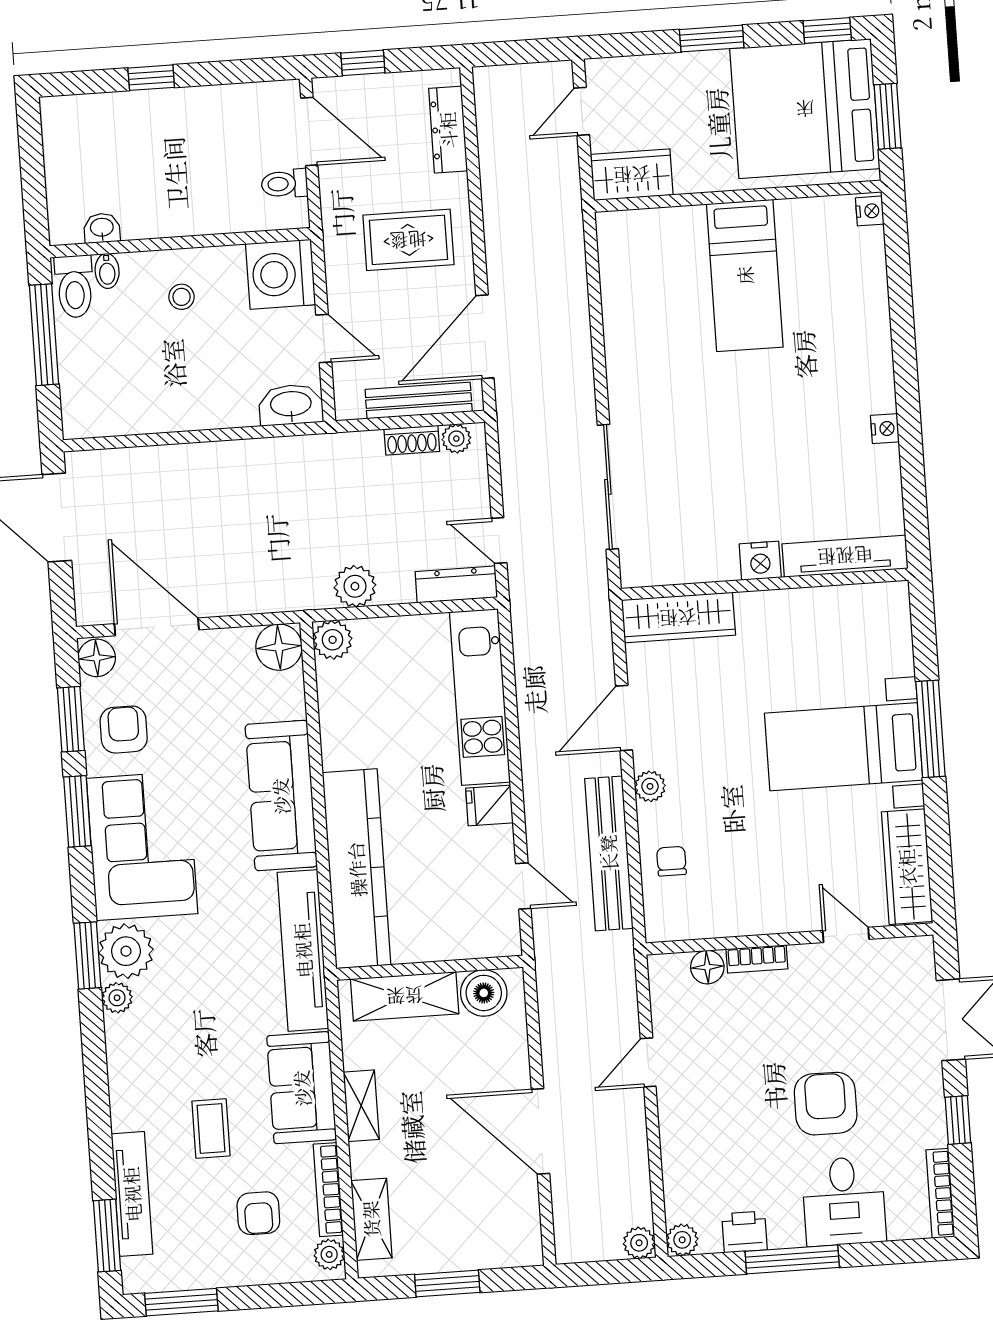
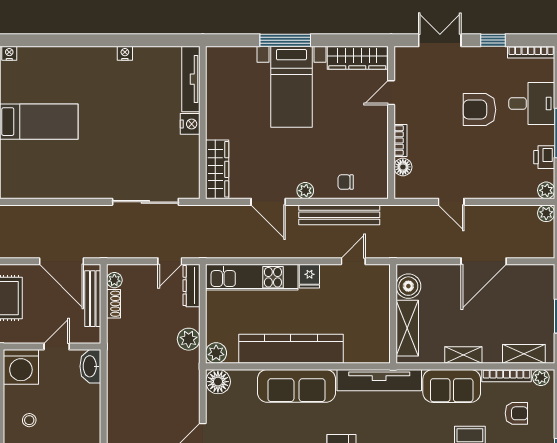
kitchen counter: (357, 869) -> (291, 349), moved

